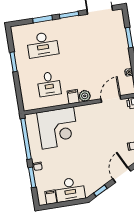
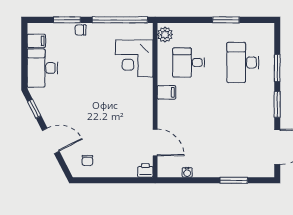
plant: (85, 96) -> (165, 35), moved
corner desk: (58, 128) -> (134, 58), width x0.74, depth x0.74

